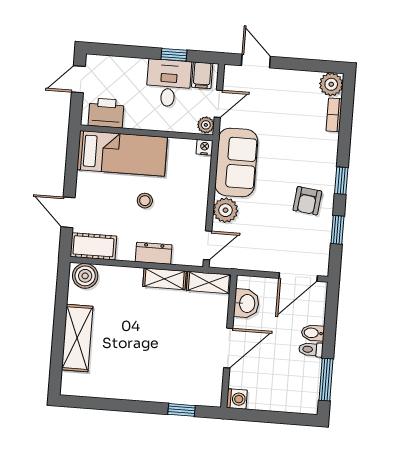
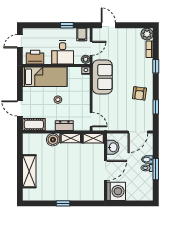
desk: (169, 83) -> (63, 53), moved, turned 180
window: (341, 181) -> (156, 66), moved
plant: (225, 210) -> (99, 101), removed
door: (208, 245) -> (91, 120), hinge flipped
boiler: (85, 276) -> (53, 140), moved
window: (326, 380) -> (156, 169), moved
washing machine: (237, 399) -> (116, 191), width x1.89, depth x1.89
window: (181, 410) -> (63, 203), moved

